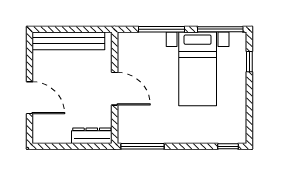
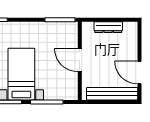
door: (29, 98) -> (139, 73), moved
dresser: (92, 136) -> (108, 27), moved

